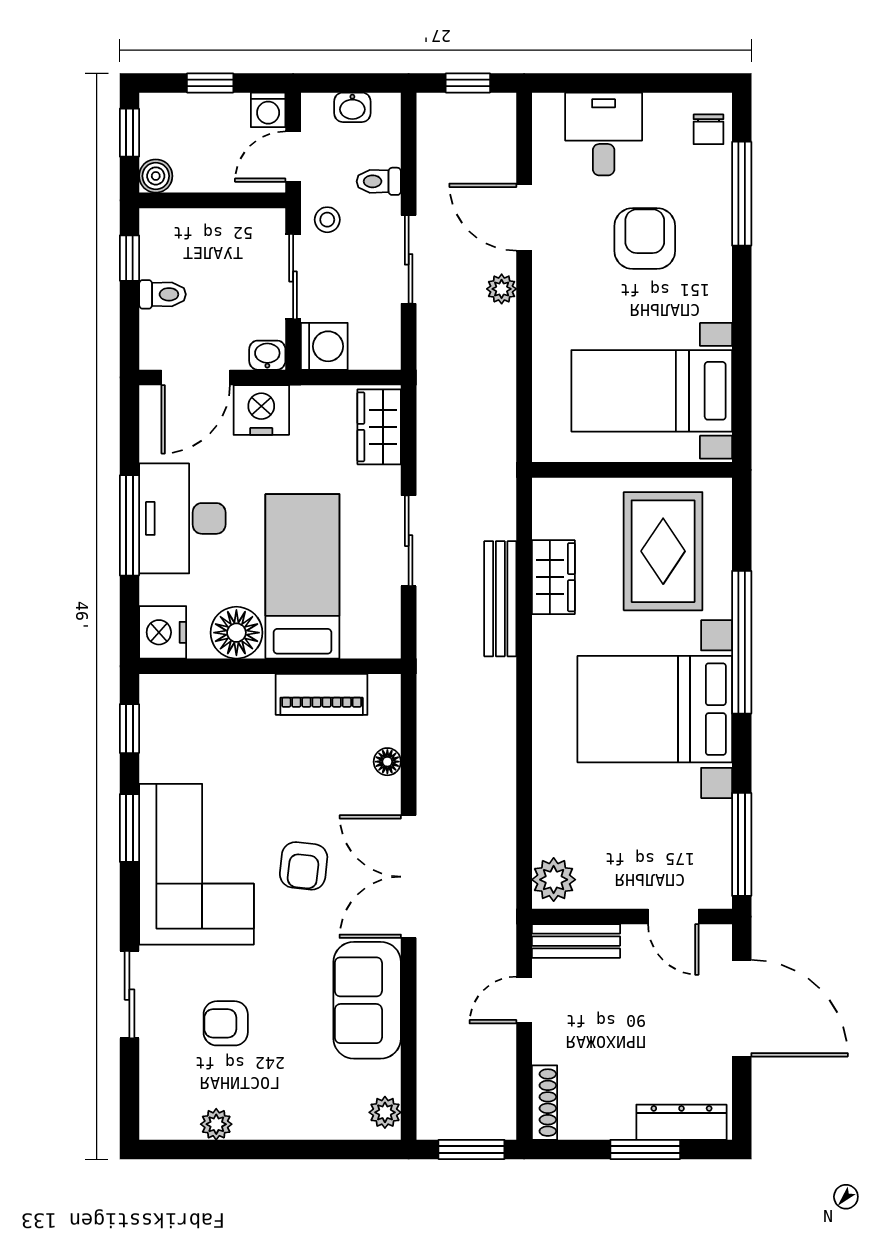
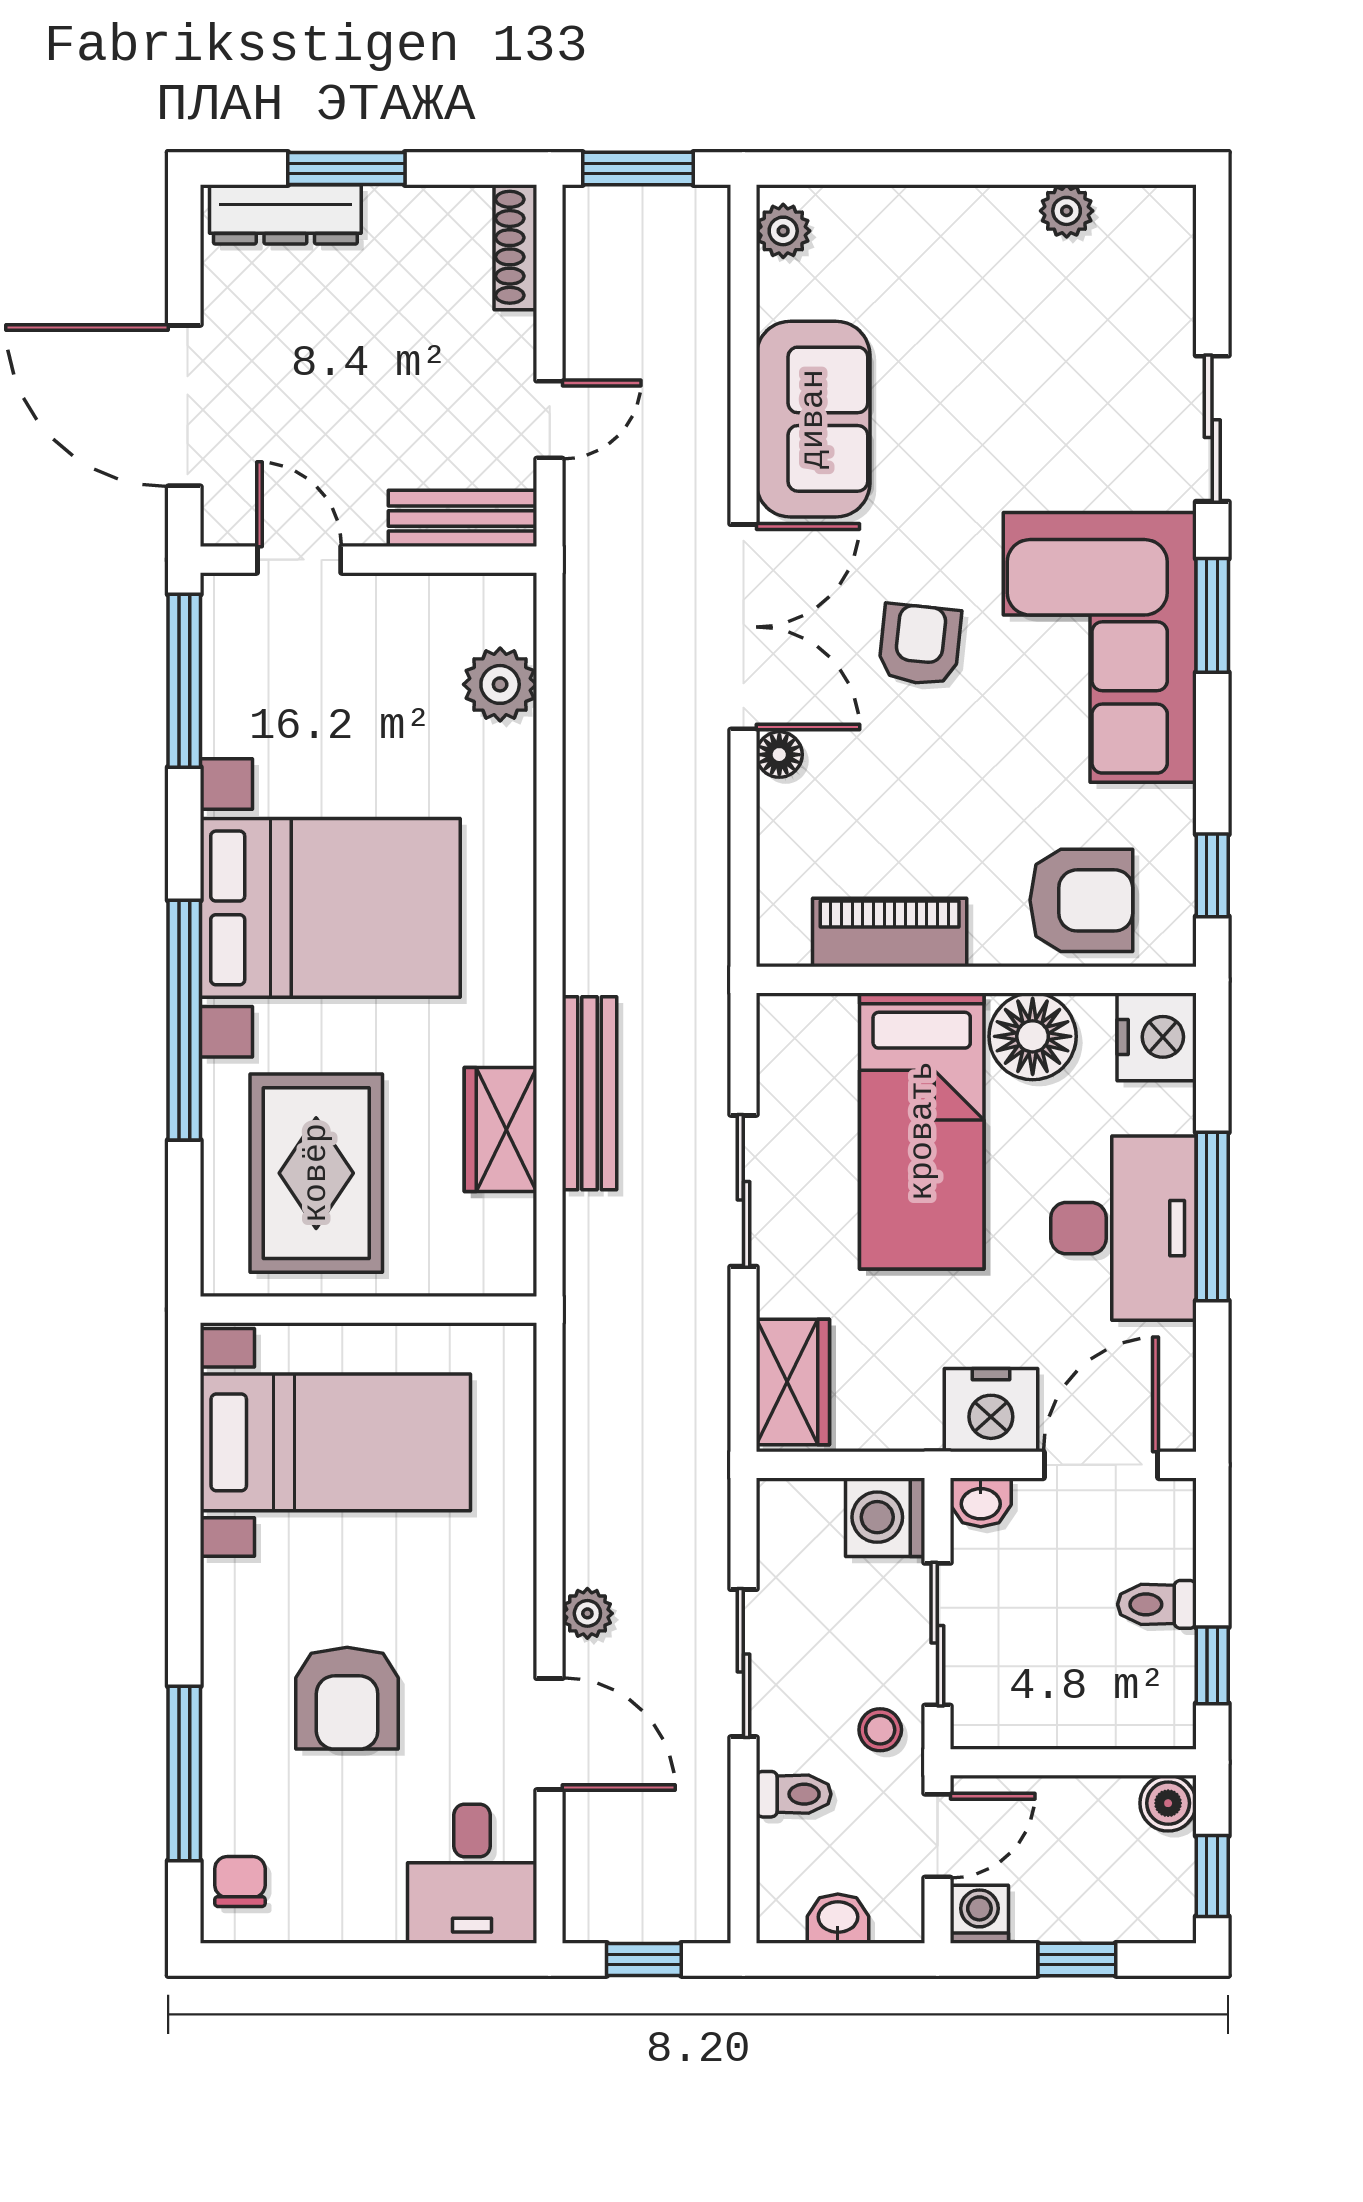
desk: (604, 134) -> (472, 1874), moved
floor lamp: (387, 762) -> (779, 755), moved
window: (129, 828) -> (1212, 615), moved
plant: (554, 880) -> (500, 684), moved
armchair: (226, 1023) -> (1081, 900), moved, width x1.38, depth x1.38

